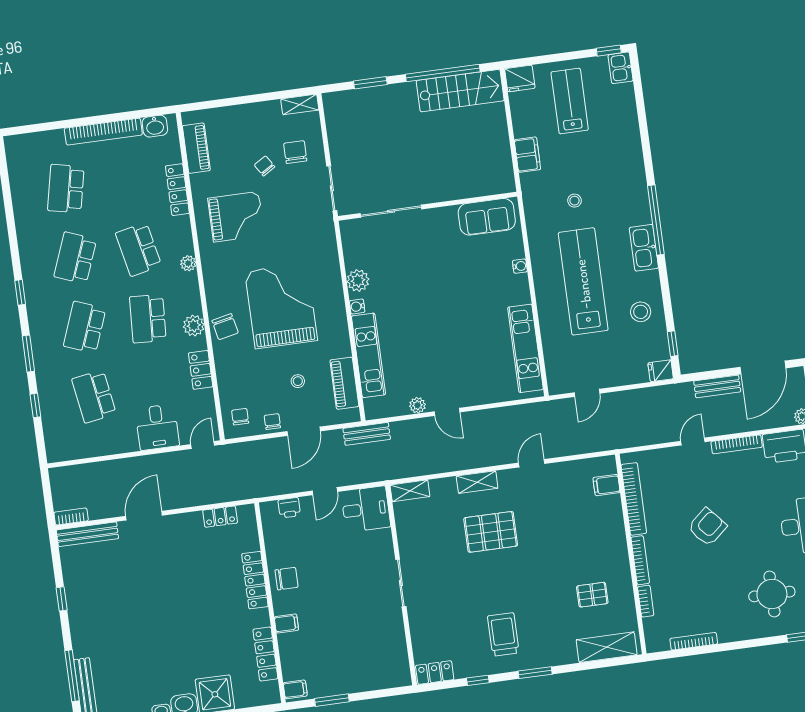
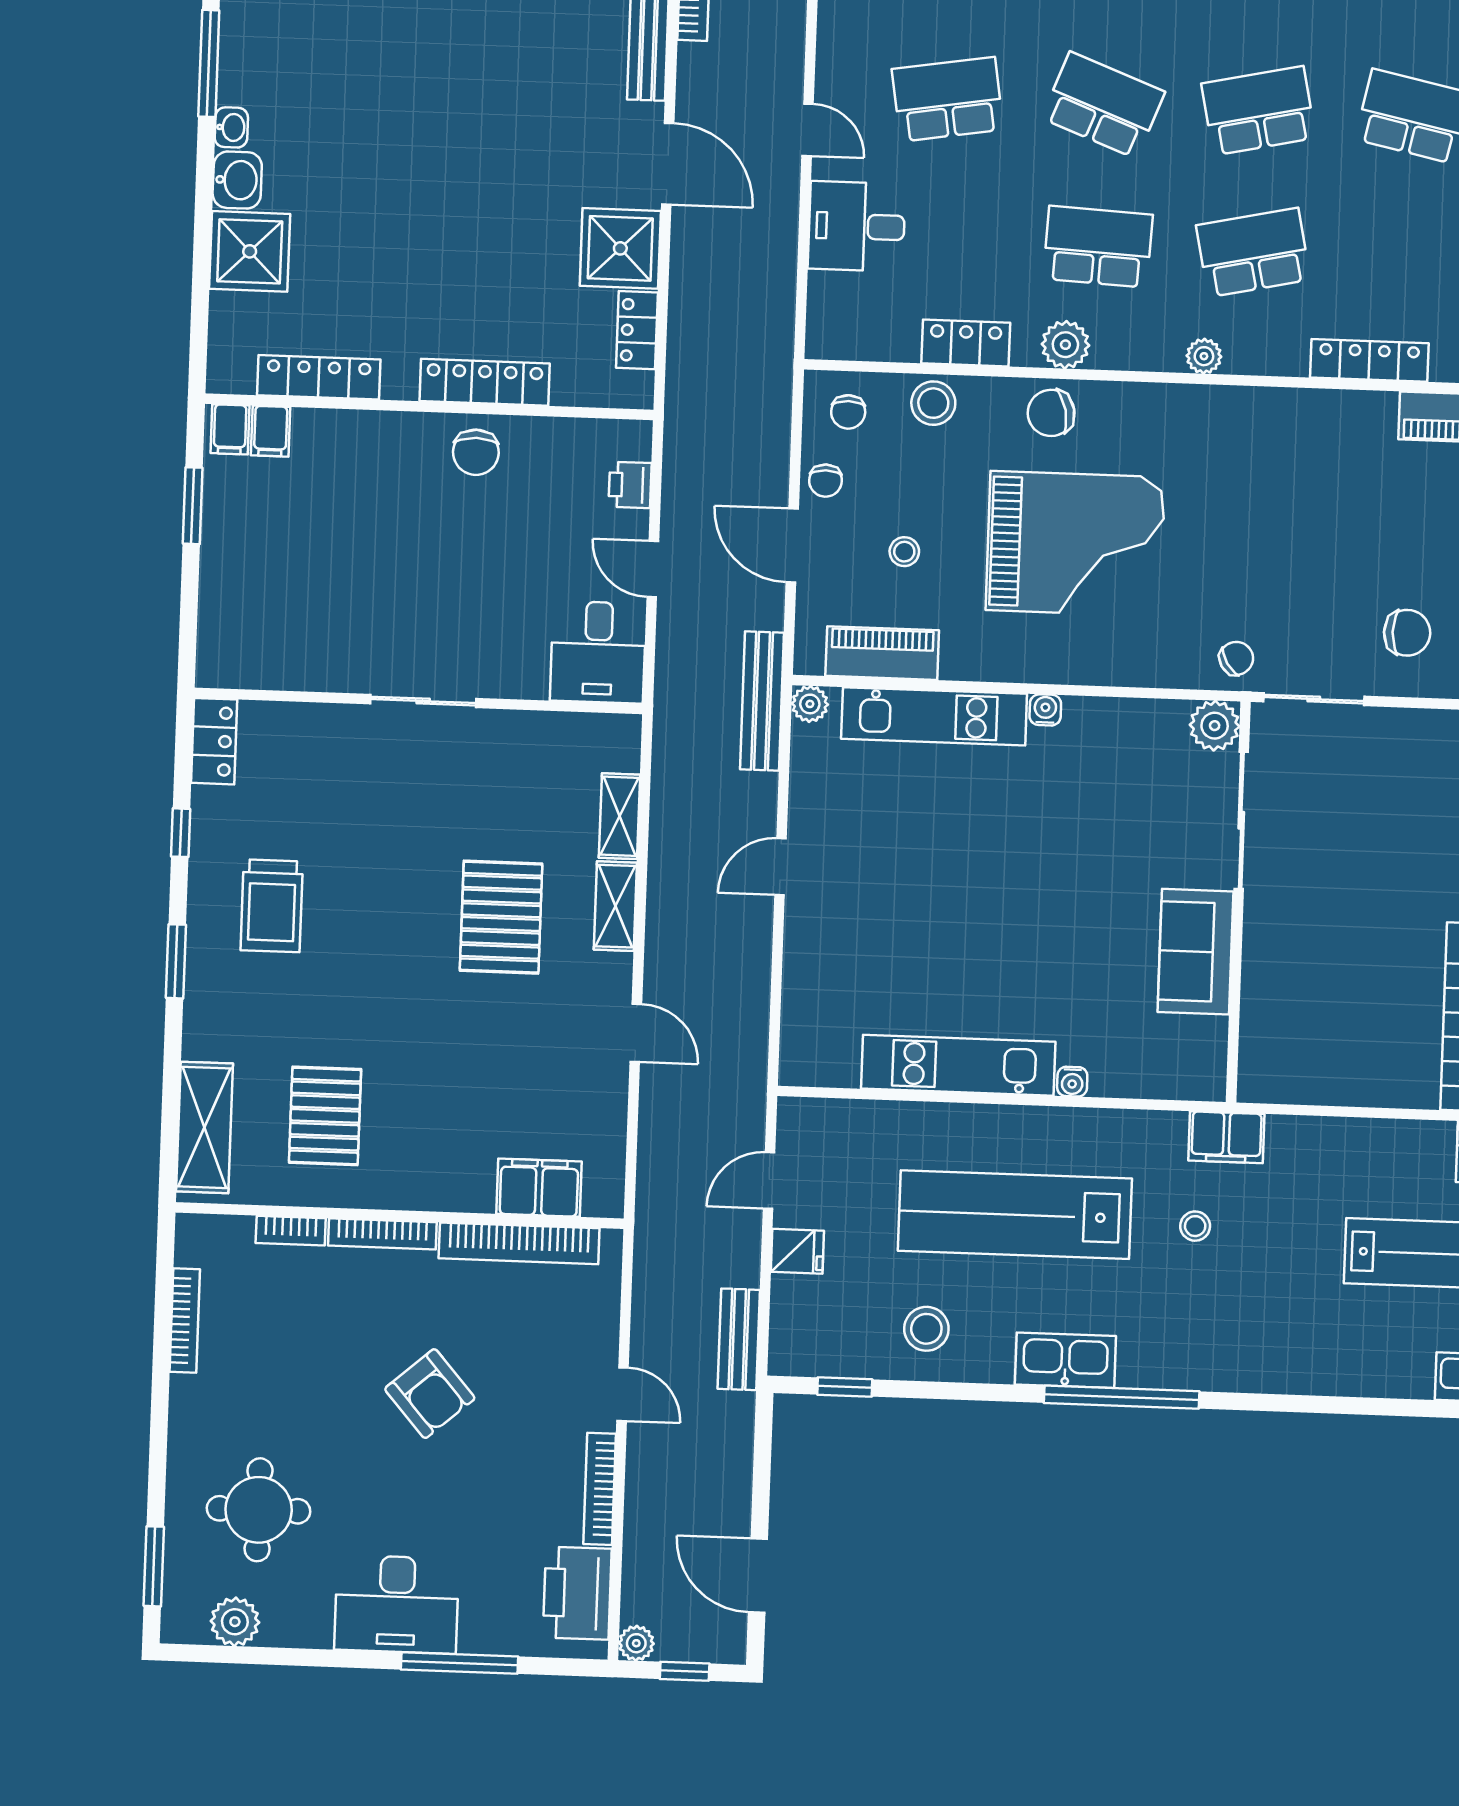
filing cabinet: (527, 155) -> (1226, 1137), moved
chair: (265, 166) -> (1236, 658), moved
grand piano: (236, 217) -> (1288, 479), removed
sofa: (487, 217) -> (1196, 952), moved
school desk: (75, 258) -> (1259, 111), turned -33
plant: (358, 280) -> (1215, 726), moved
lab bench: (583, 281) -> (1015, 1215), turned 180
kitchen unit: (525, 348) -> (958, 1065), moved
door: (763, 368) -> (758, 1576), width x0.73
fridge: (661, 371) -> (797, 1251), moved, turned 90
stool: (230, 380) -> (933, 403), added
bench: (717, 386) -> (739, 1339), moved
door: (587, 393) -> (769, 1181), hinge flipped
plant: (417, 405) -> (810, 704), moved
chair: (240, 417) -> (848, 412), turned 90
chair: (272, 421) -> (826, 481), turned 90
bench: (367, 434) -> (762, 701), width x1.36
door: (203, 445) -> (808, 130), moved
filing cabinet: (606, 485) -> (539, 1188), width x2.00
shelving: (410, 491) -> (620, 816), moved
shower: (185, 530) -> (620, 248), added
pallet: (592, 595) -> (325, 1116), width x1.50, depth x1.42
filing cabinet: (286, 623) -> (271, 431), moved
trolley: (503, 634) -> (272, 906), turned 90

